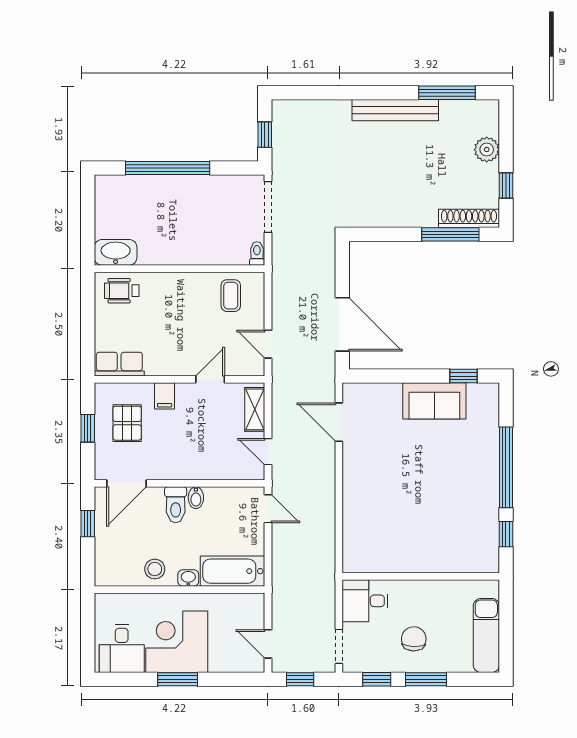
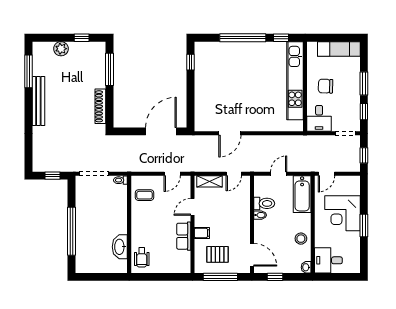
shoe rack: (469, 218) -> (100, 106), moved
washbasin: (116, 252) -> (120, 247), moved
row of seats: (119, 364) -> (184, 236), moved
door: (210, 379) -> (192, 207), hinge flipped
sofa: (434, 401) -> (205, 79), removed
door: (339, 422) -> (230, 133), moved
window: (88, 428) -> (220, 277), width x2.17
toilet: (176, 505) -> (264, 203), moved
door: (268, 509) -> (279, 174), moved
kitchen unit: (431, 559) -> (295, 81), added
washbasin: (188, 578) -> (306, 267), moved
chair: (414, 639) -> (326, 86), moved
corner desk: (177, 642) -> (342, 213), moved
door: (268, 644) -> (326, 174), moved
desk: (122, 648) -> (328, 260), moved, turned 180

